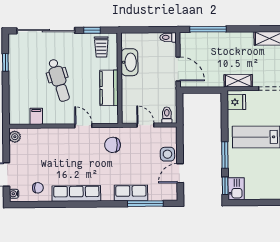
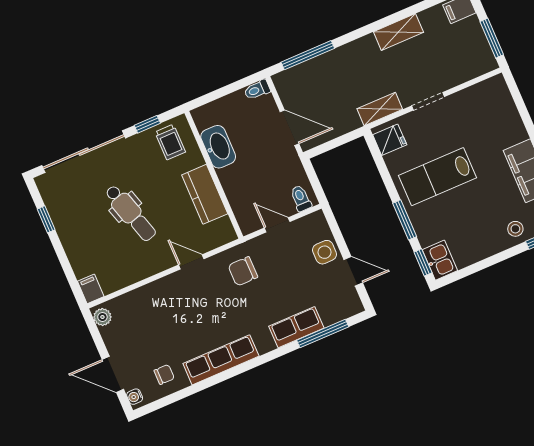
filing cabinet: (36, 116) -> (91, 289), moved
door: (180, 173) -> (353, 271), swing flipped

